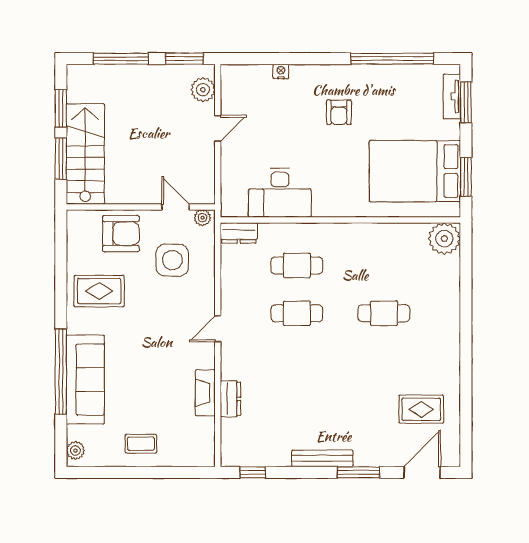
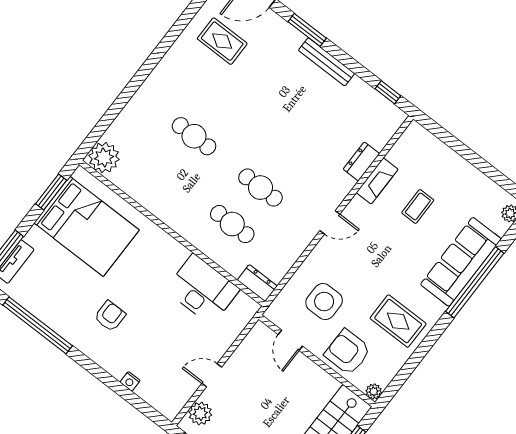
plant: (202, 218) -> (374, 391), moved
coffee table: (141, 444) -> (418, 206), moved, turned 90

